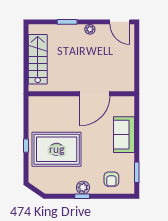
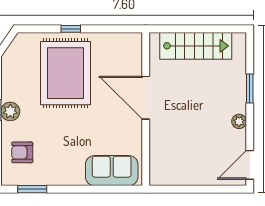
door: (95, 94) -> (146, 98), moved
sofa: (124, 135) -> (112, 171), moved

